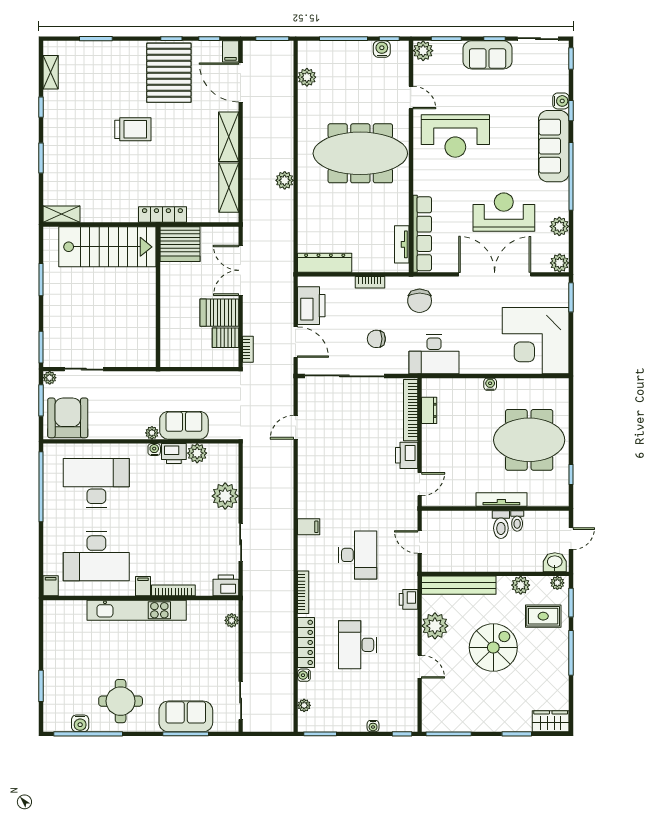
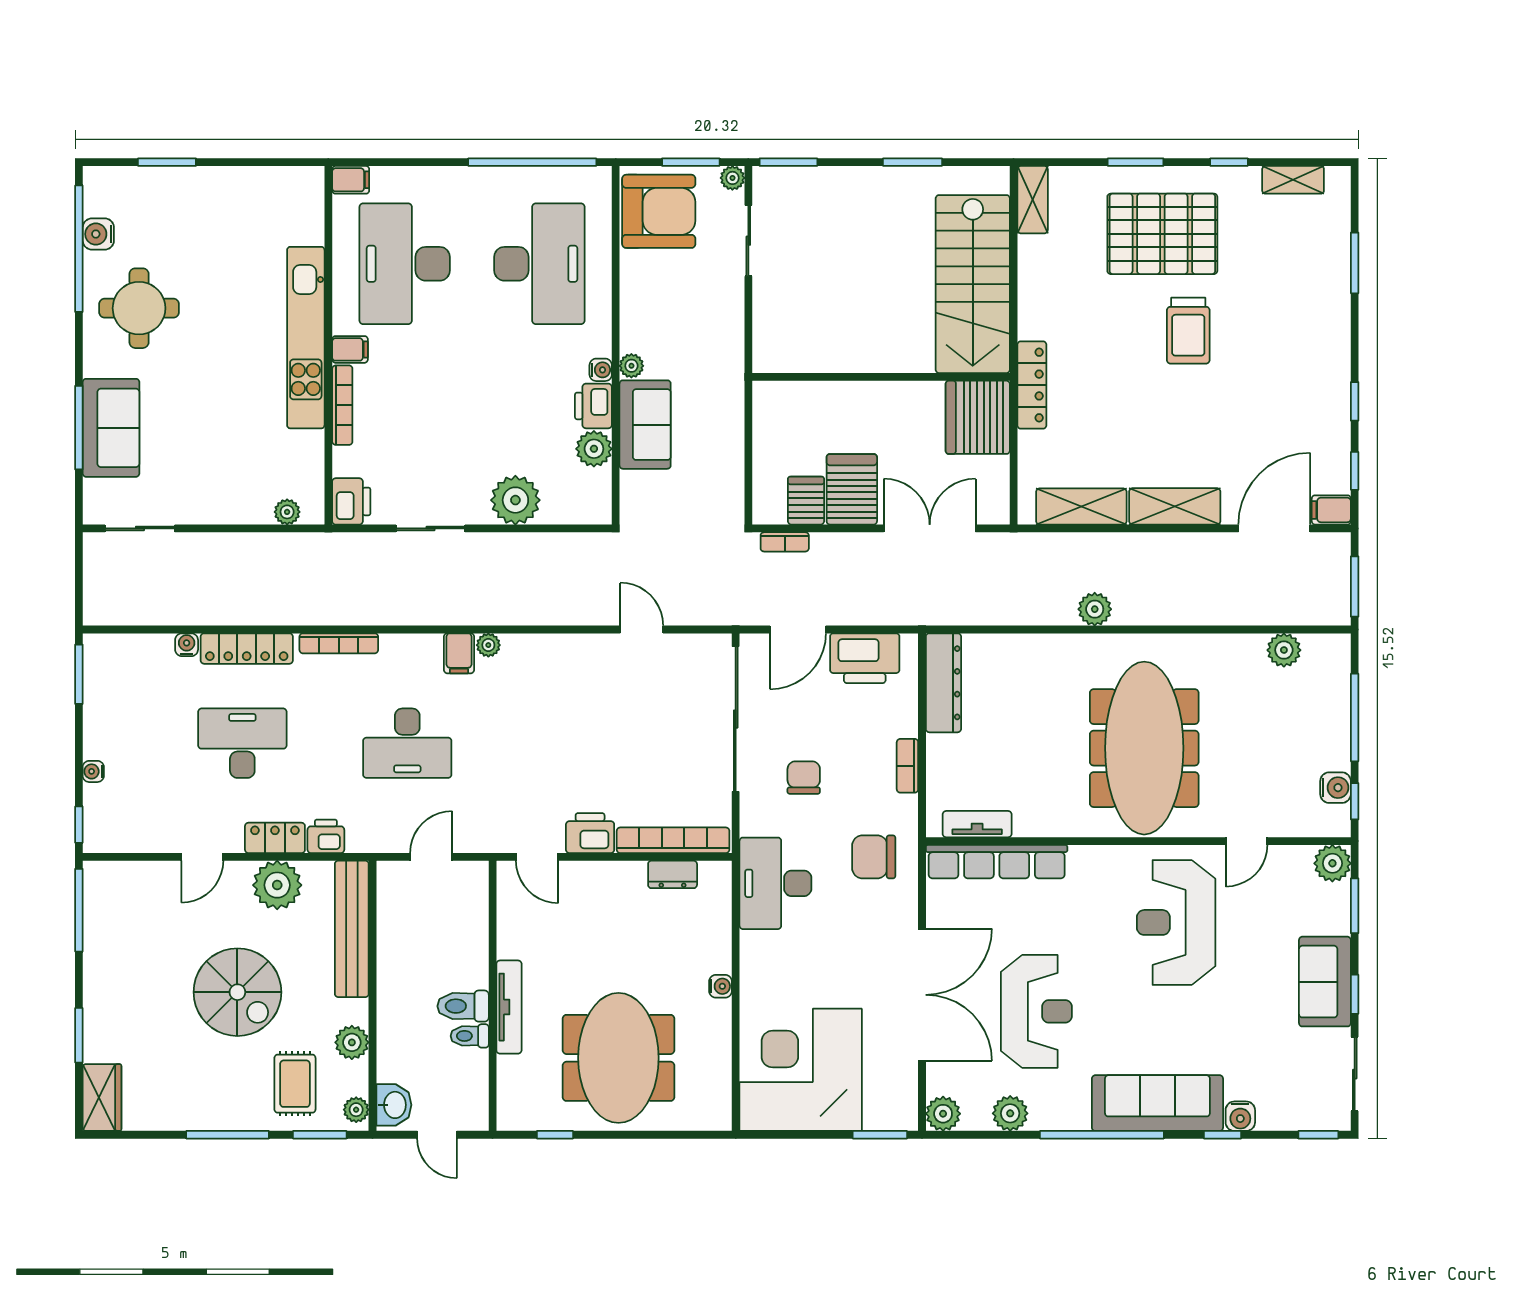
pallet: (169, 73) -> (1162, 234), moved
locker: (409, 627) -> (275, 838), added
plant: (304, 705) -> (488, 645), moved

